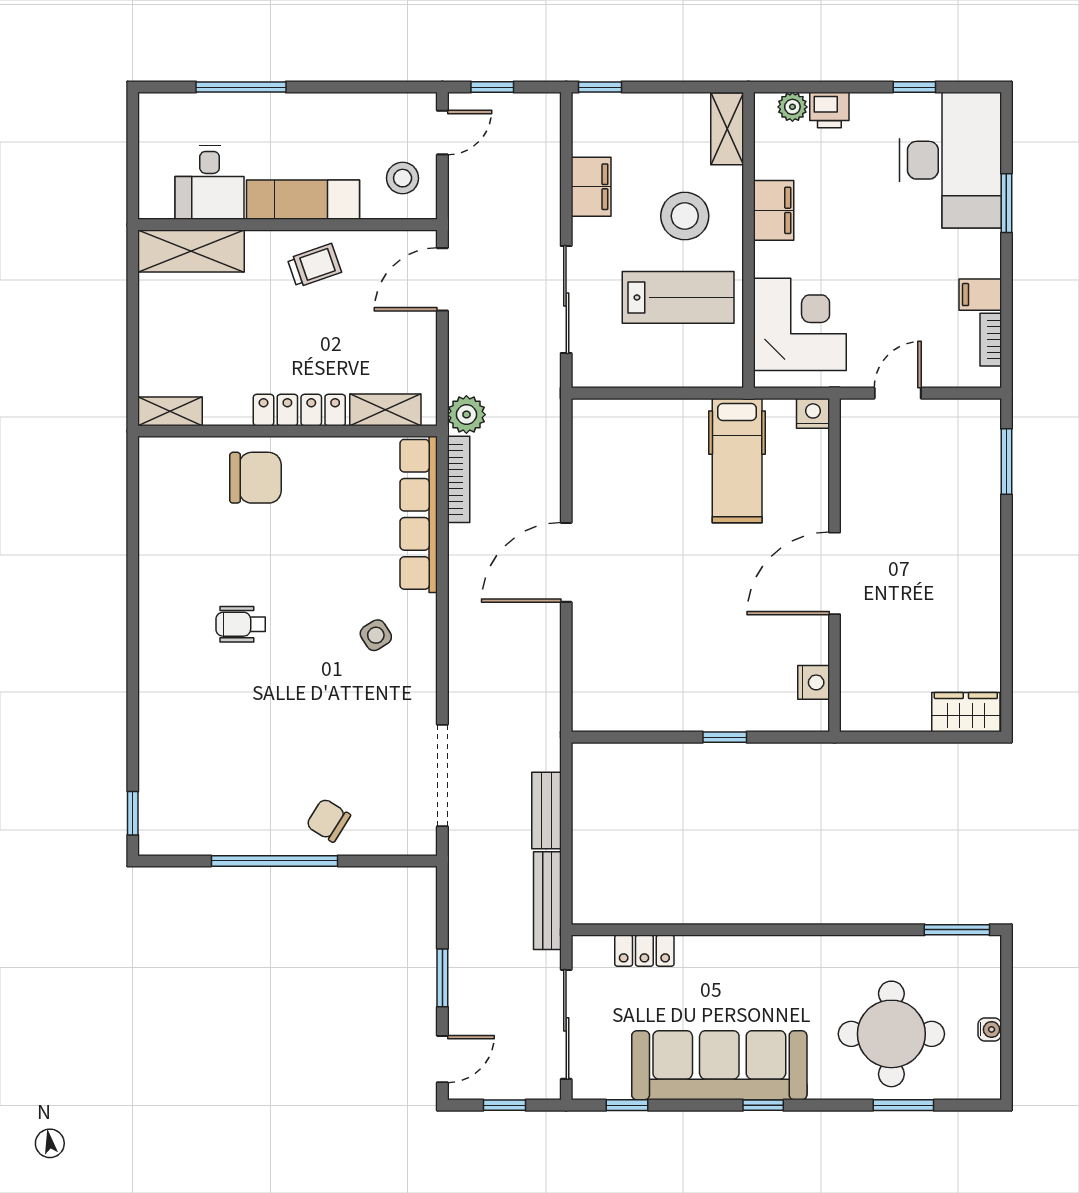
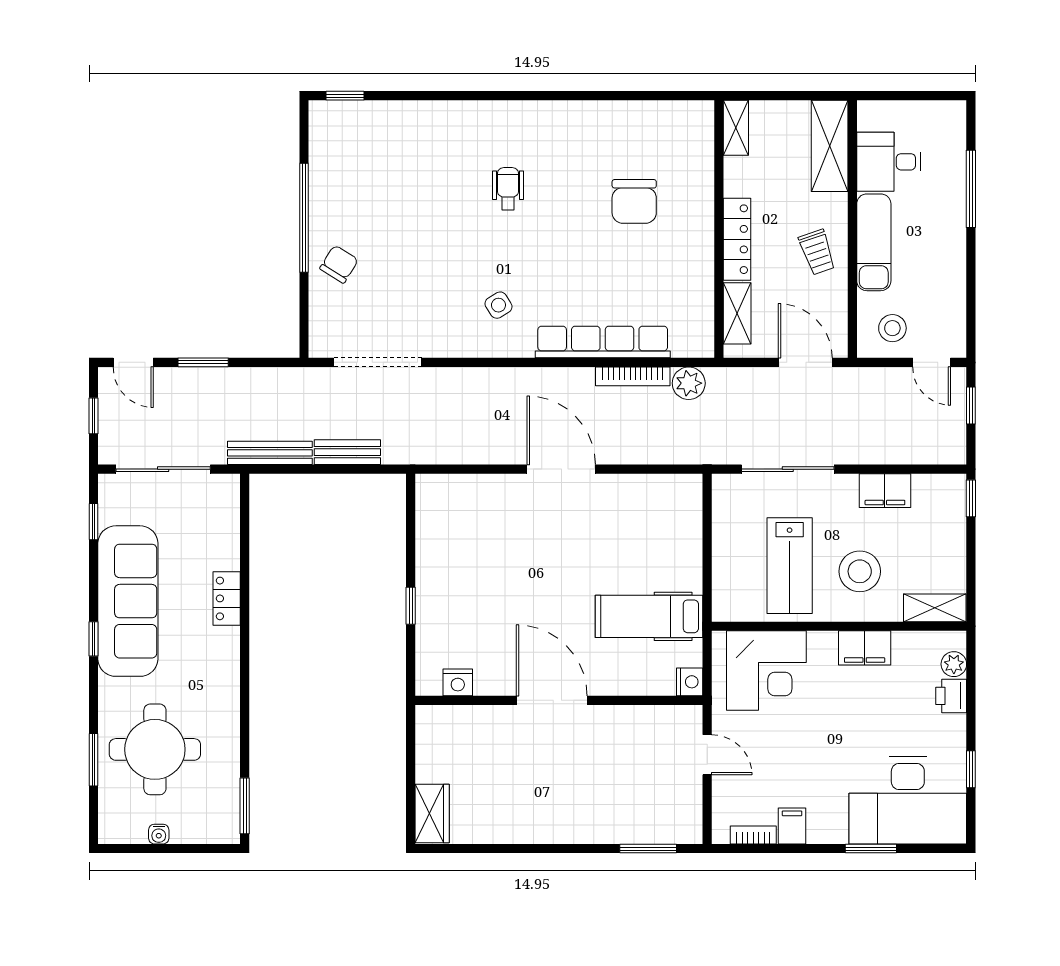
locker: (299, 410) -> (737, 239), moved
shelving: (385, 410) -> (737, 313), moved
shelving: (170, 411) -> (736, 128), moved
wall: (288, 431) -> (719, 229), moved
locker: (644, 951) -> (227, 598), moved

